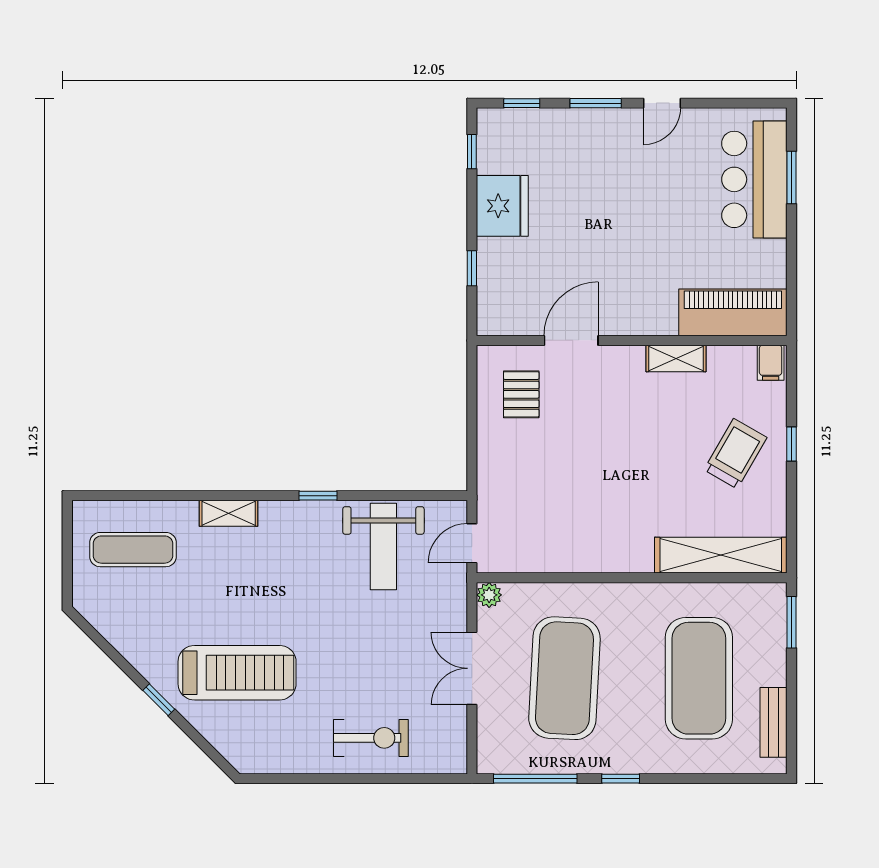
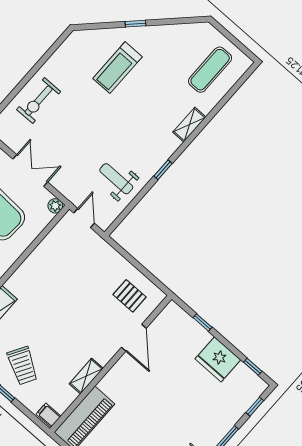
weight bench: (383, 547) -> (116, 179), width x0.73, depth x0.75
treadmill: (237, 673) -> (118, 68), width x0.73, depth x0.73

